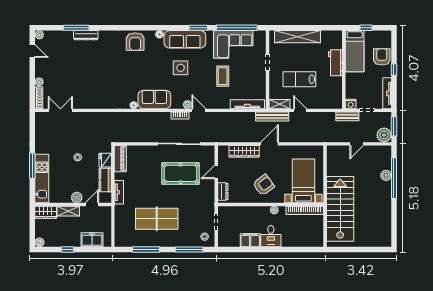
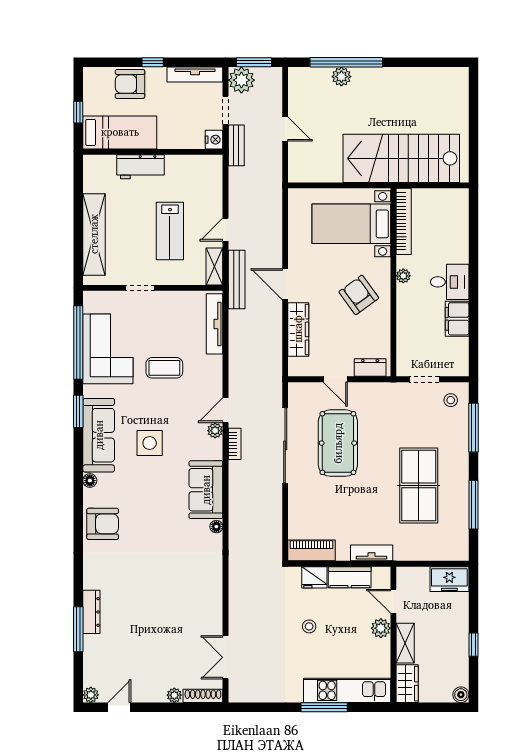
plant: (384, 135) -> (241, 80), moved
freezer: (92, 240) -> (449, 579), moved, turned -90

